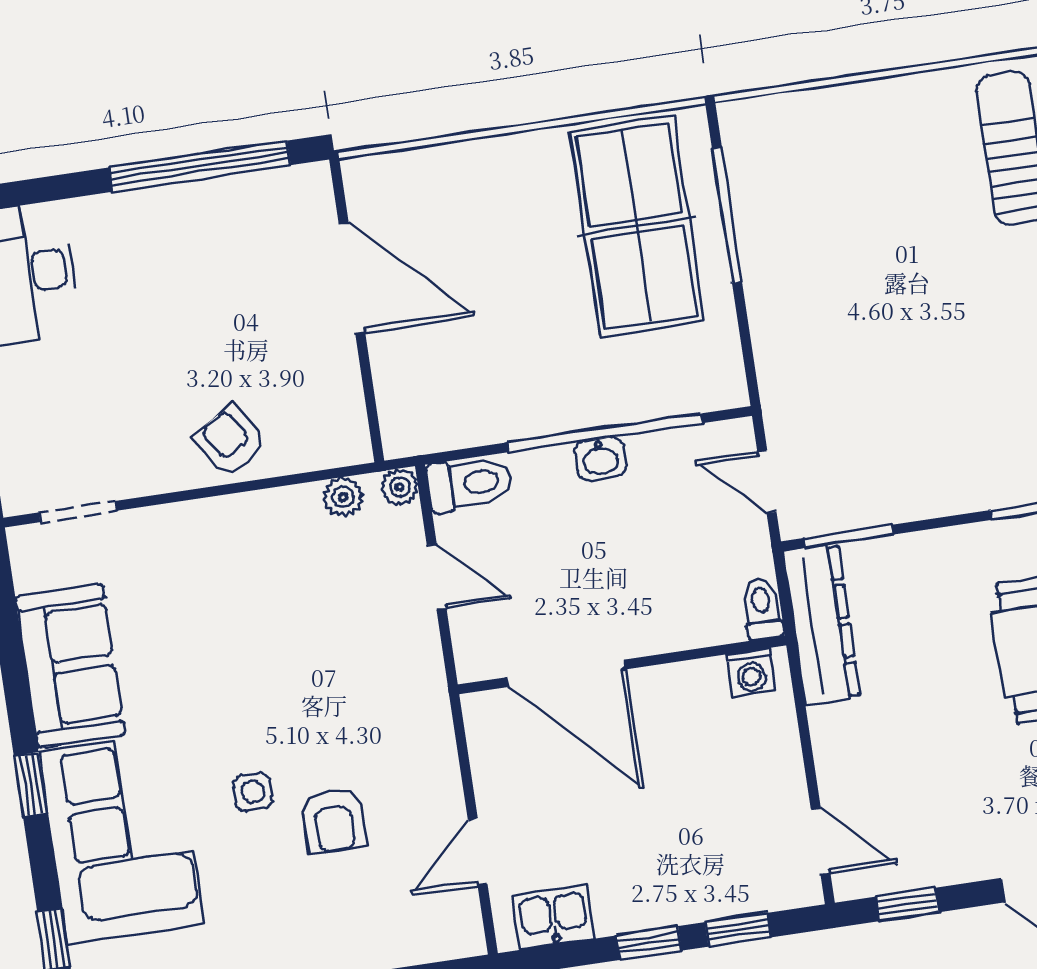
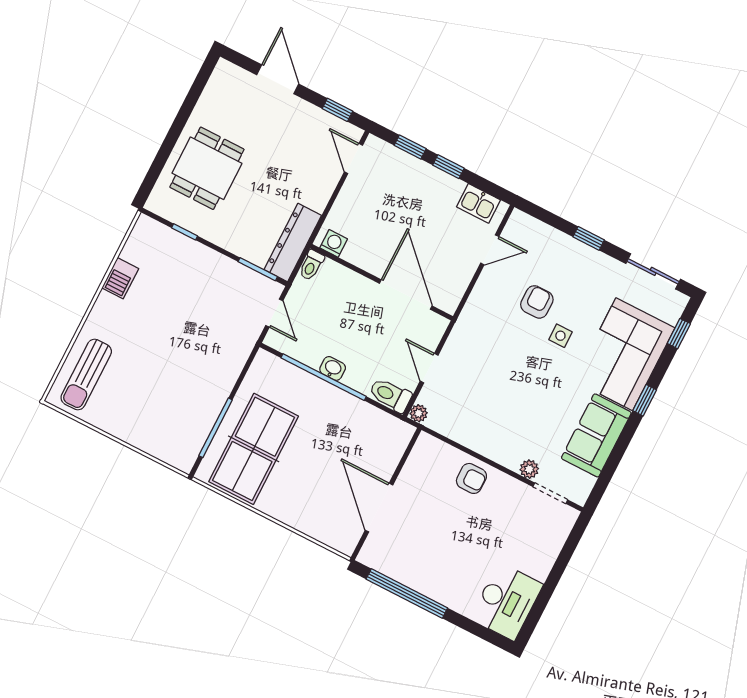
armchair: (230, 441) -> (471, 478), turned -58
plant: (343, 497) -> (529, 469), moved

